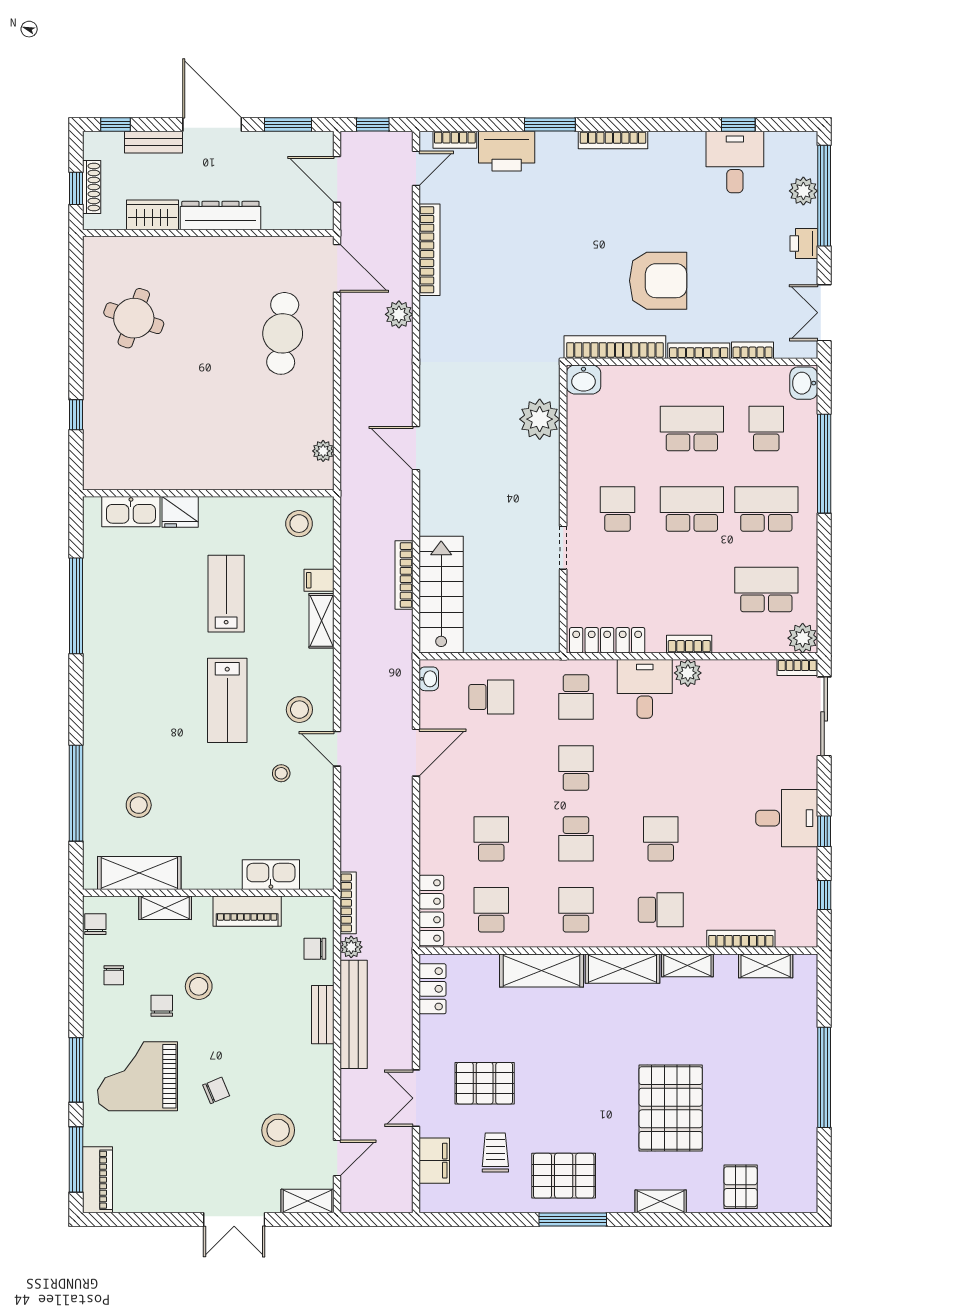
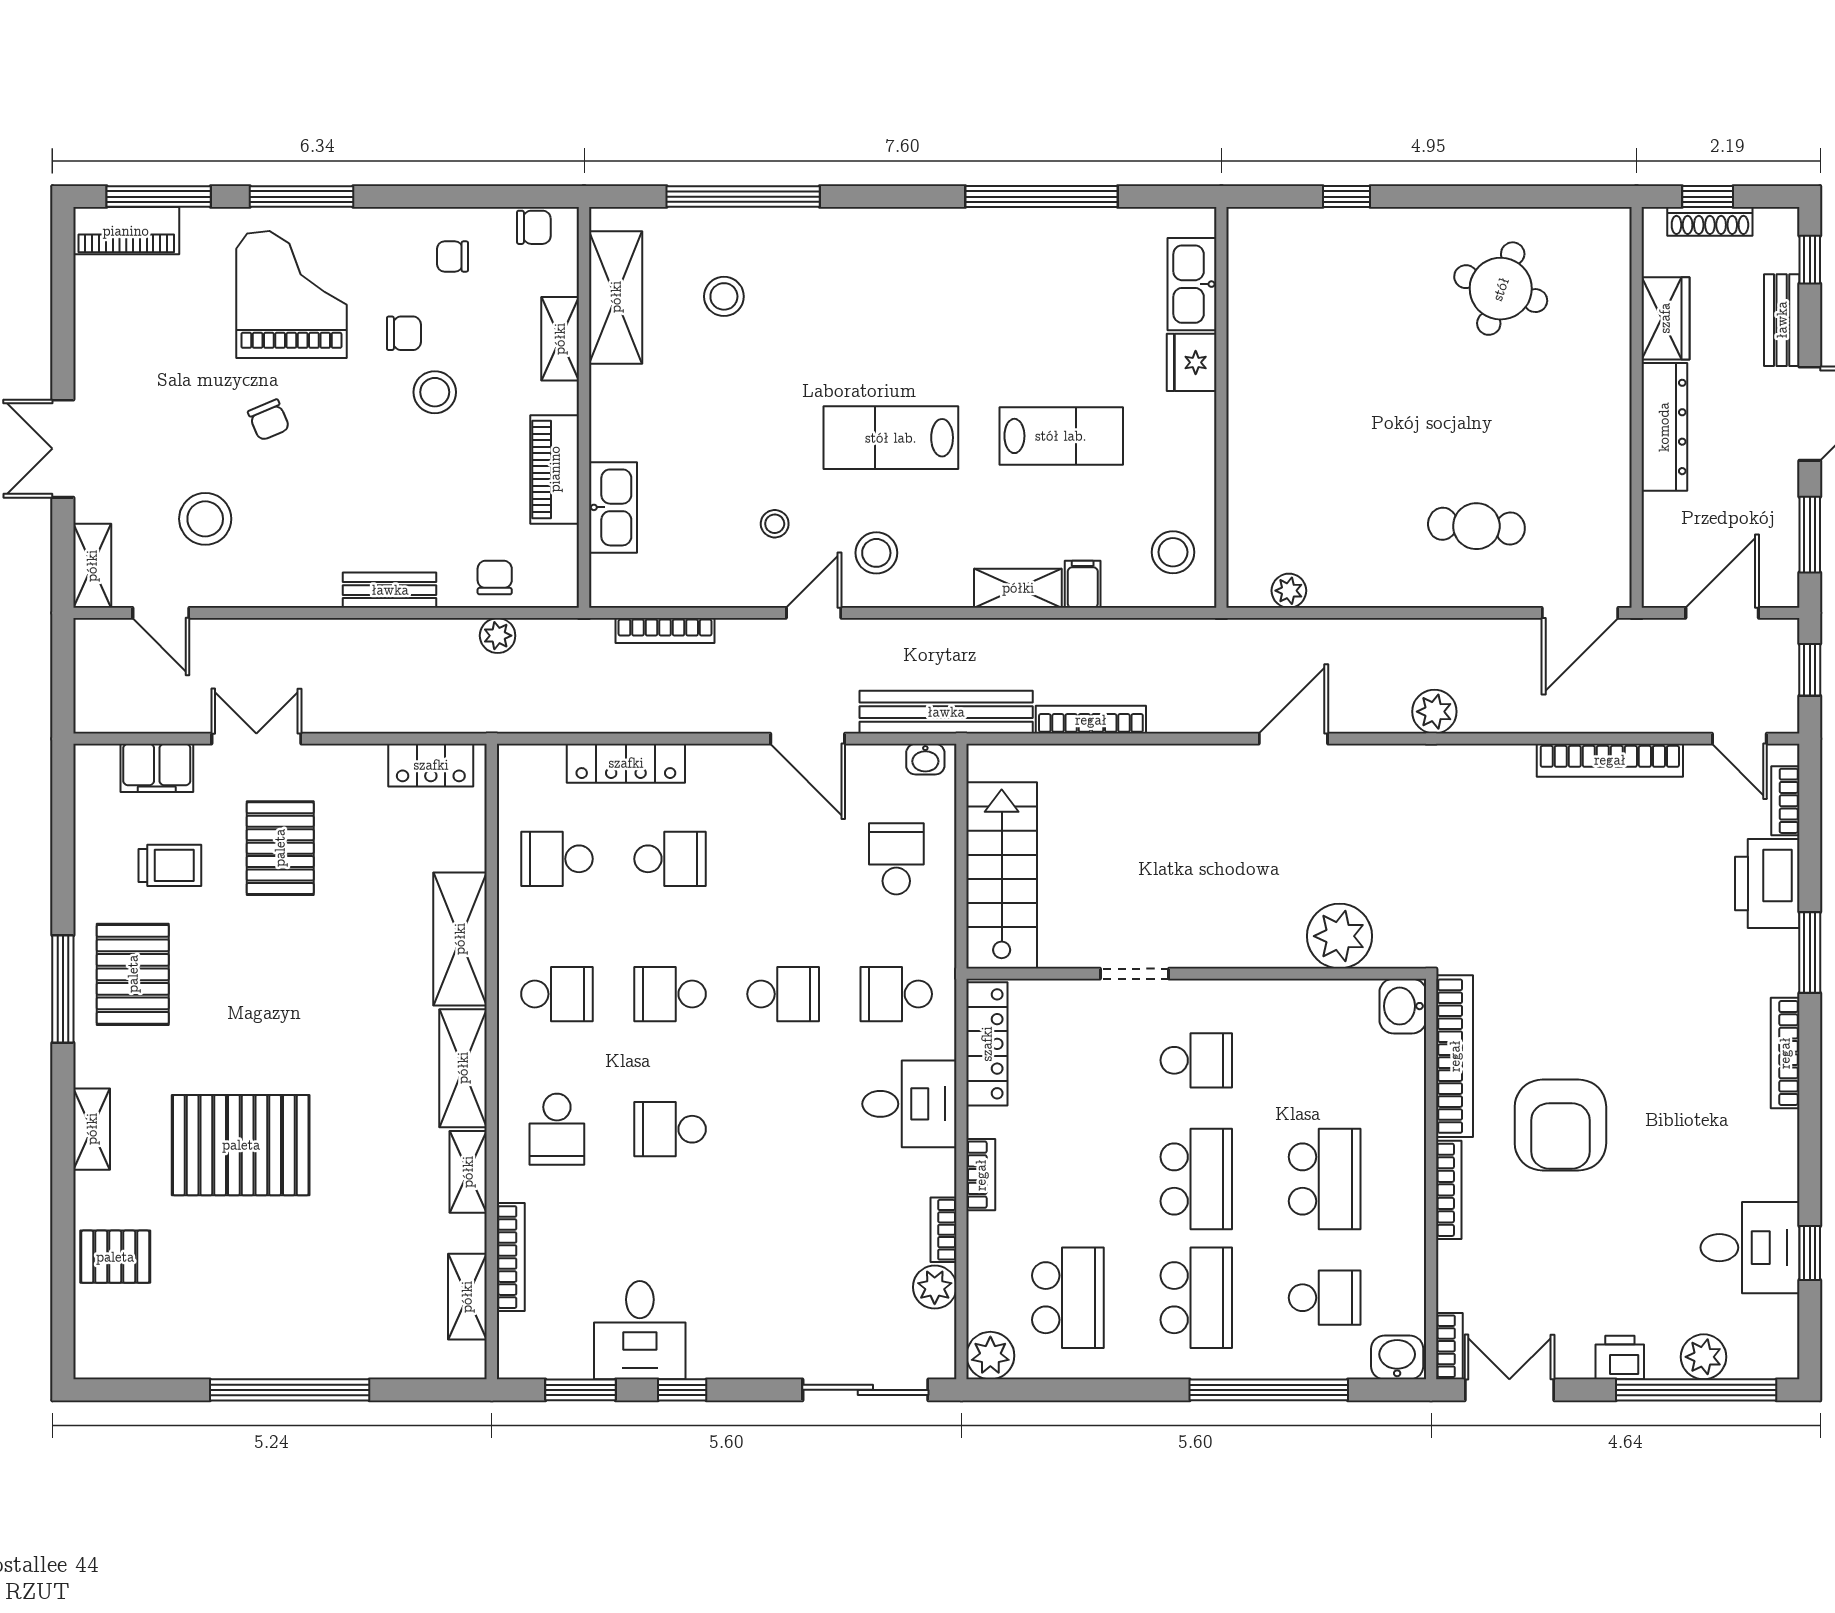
plant: (399, 314) -> (1434, 712), moved
cafe table: (283, 333) -> (1476, 526), width x0.73, depth x0.74
bookcase: (753, 350) -> (1449, 1346), moved
stairs: (441, 595) -> (1002, 875), moved, turned -90
bookcase: (797, 667) -> (943, 1230), moved
plant: (688, 673) -> (935, 1287), moved
school desk: (491, 697) -> (896, 859), turned 180
desk: (787, 818) -> (640, 1330), moved
school desk: (661, 839) -> (670, 1129), turned 180
window: (824, 895) -> (580, 1390), width x1.50
bookcase: (348, 903) -> (665, 631), moved
school desk: (491, 910) -> (557, 859), turned 180
locker: (431, 911) -> (626, 763), moved
bench: (354, 1014) -> (946, 712), moved

